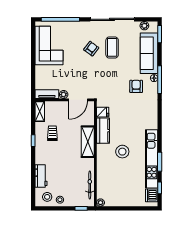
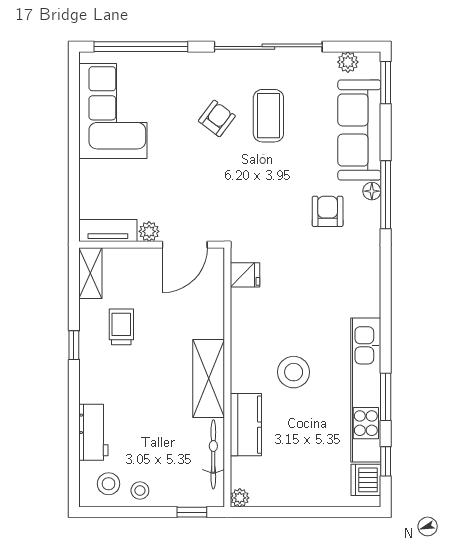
kitchen counter: (103, 131) -> (246, 425), moved
shelving: (88, 142) -> (209, 378), moved

